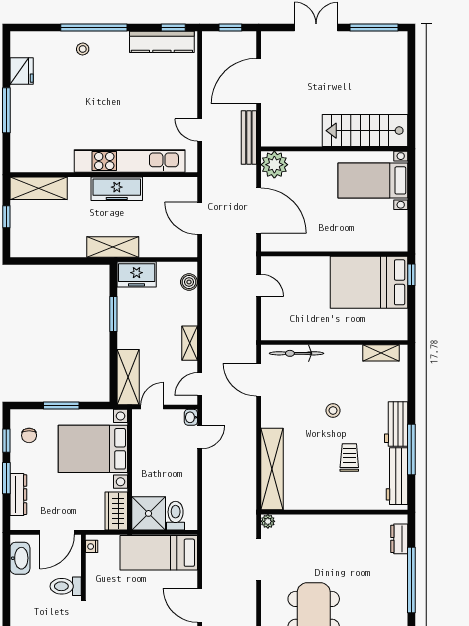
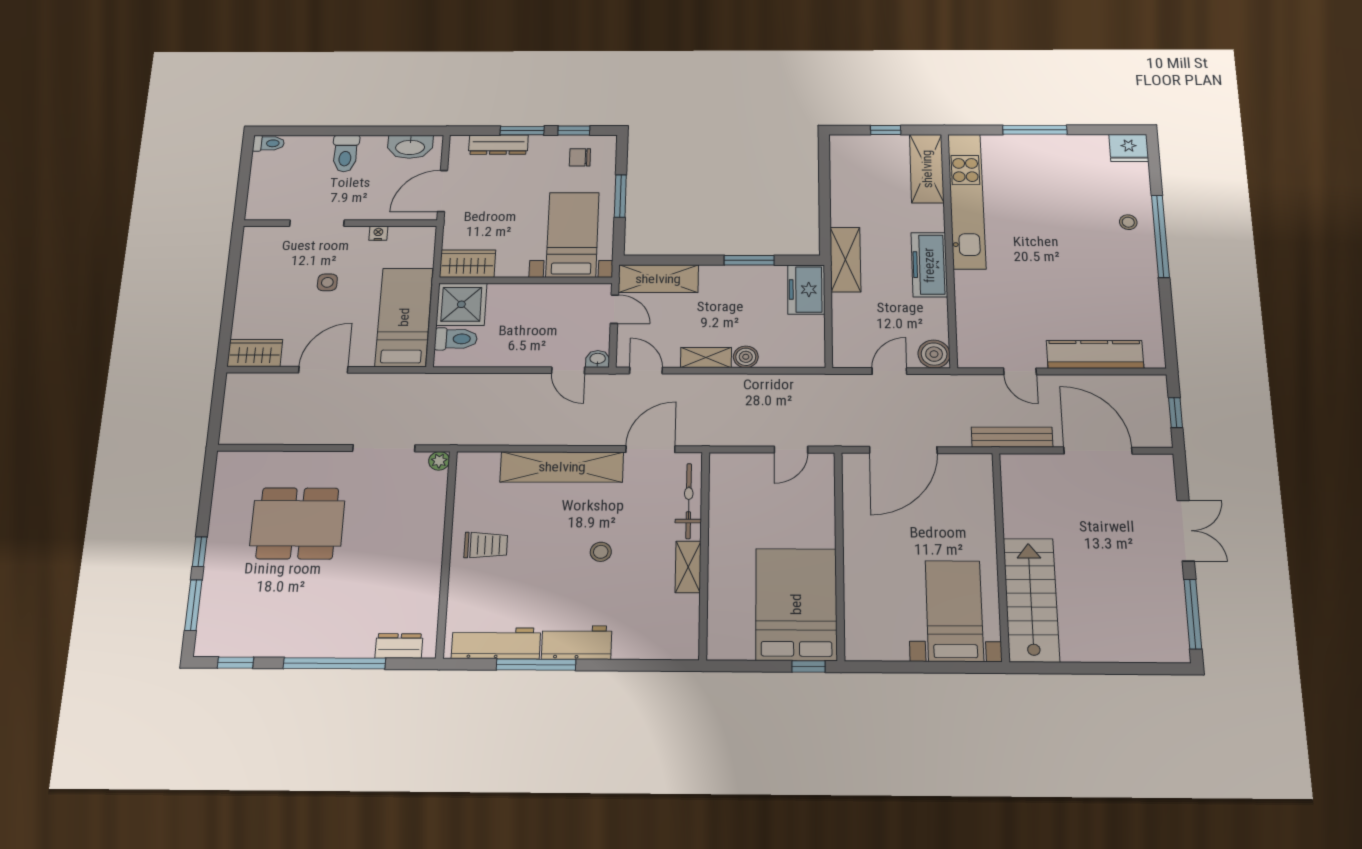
window: (173, 27) -> (1169, 337), removed
kitchen counter: (162, 42) -> (1095, 354), moved, turned 90
fridge: (22, 71) -> (1129, 148), moved
door: (200, 130) -> (1020, 371), swing flipped
kitchen unit: (130, 161) -> (967, 201), moved
plant: (274, 165) -> (973, 472), removed
boiler: (187, 188) -> (934, 354), added
door: (200, 218) -> (889, 371), width x0.73
boiler: (189, 282) -> (746, 357), moved
shelving: (381, 353) -> (688, 567), moved
bed with nightstands: (93, 449) -> (572, 235), width x0.73
trolley: (349, 458) -> (486, 545), moved
shelving: (272, 469) -> (562, 467), moved
door: (57, 532) -> (442, 191), hinge flipped
nightstand: (92, 546) -> (378, 233), moved
toilet: (66, 586) -> (345, 153), moved, turned 180
side table: (131, 609) -> (327, 282), added

